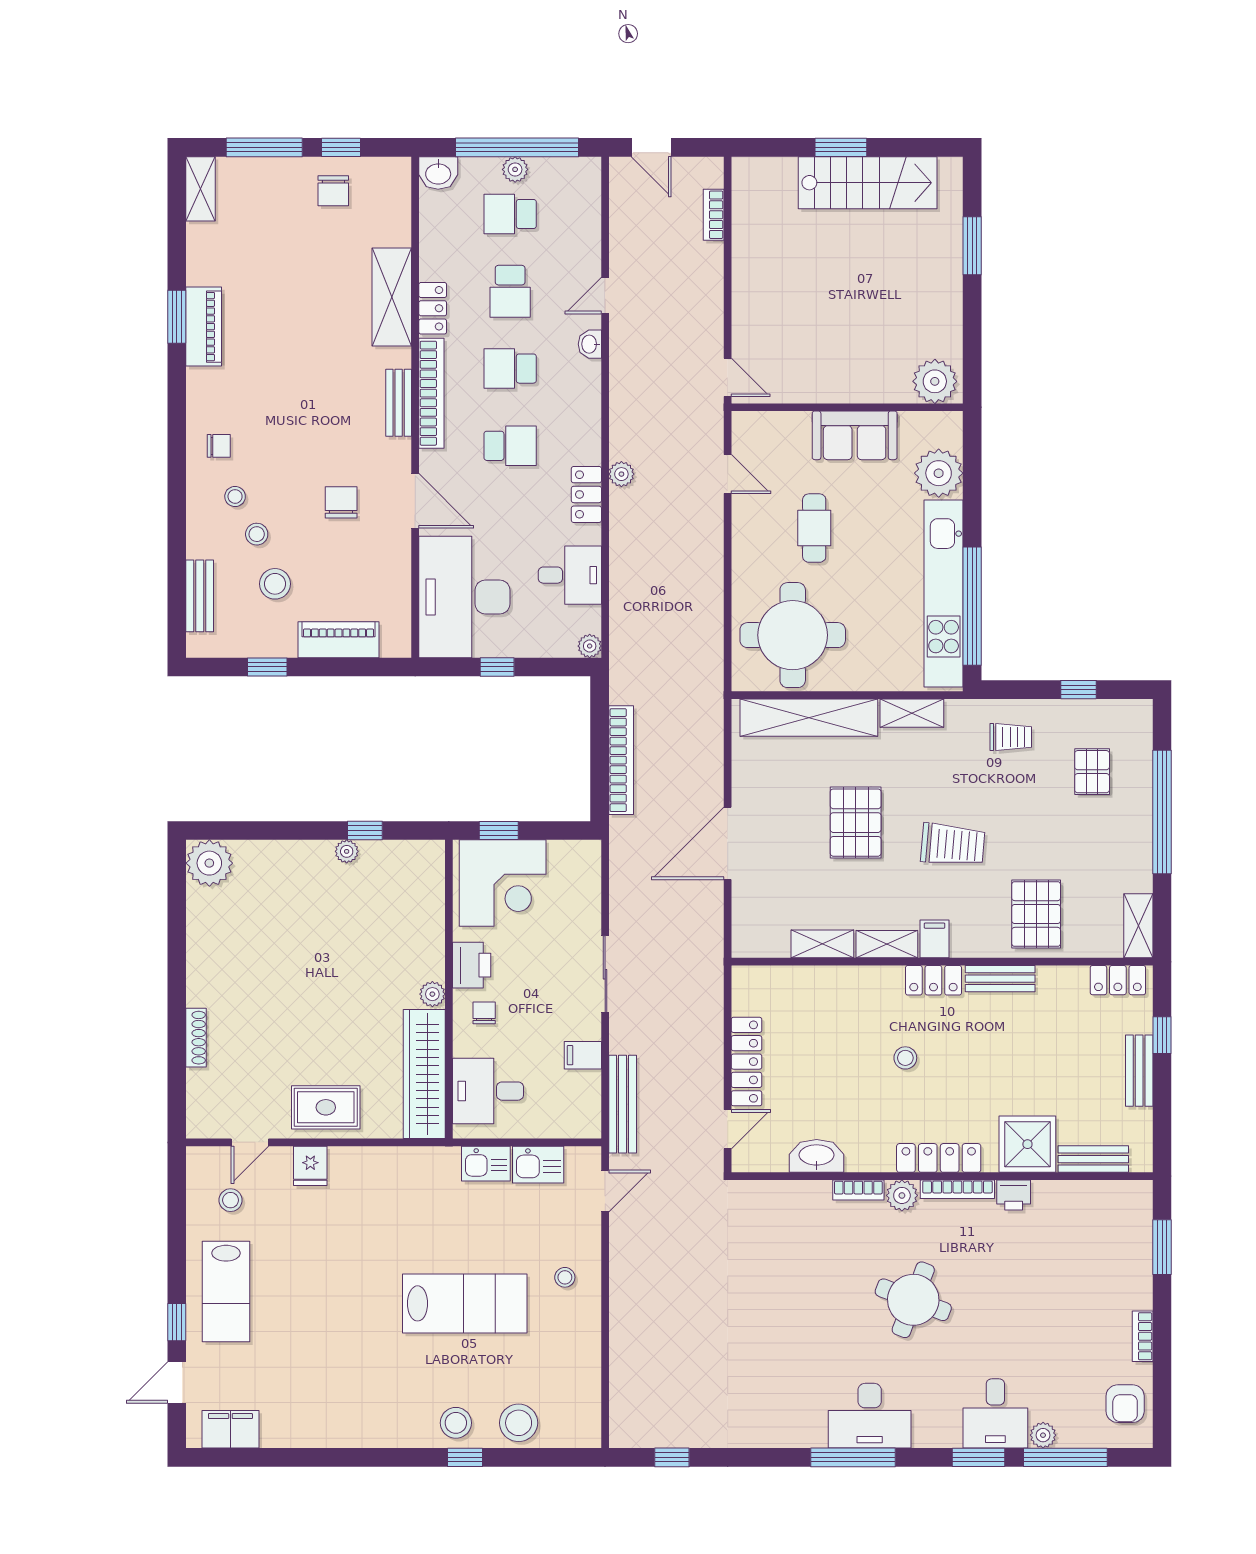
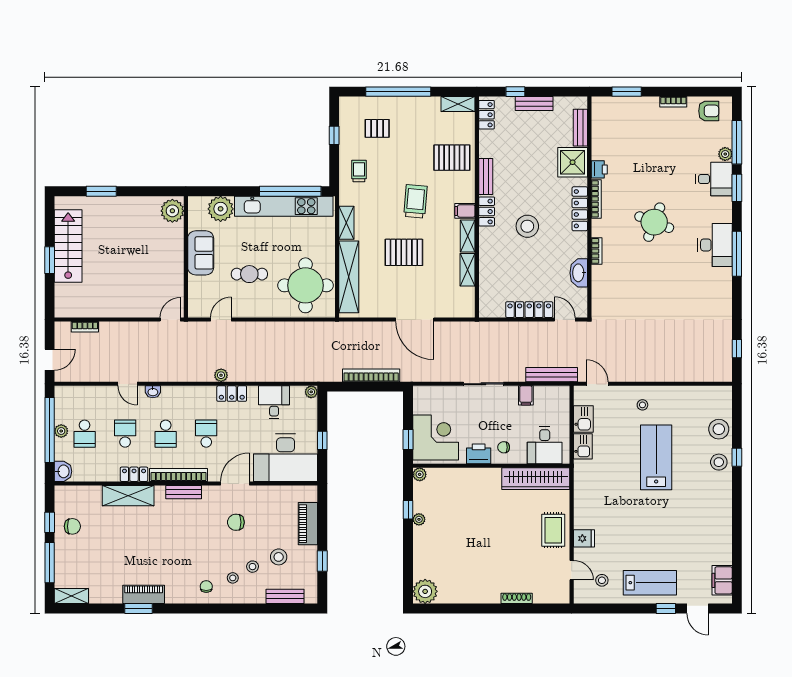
school desk: (510, 291) -> (125, 434), turned -90
plant: (432, 994) -> (420, 474), moved
stool: (905, 1058) -> (527, 226), width x1.89, depth x1.89
plant: (902, 1195) -> (599, 228), removed

